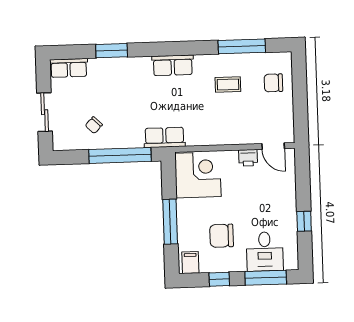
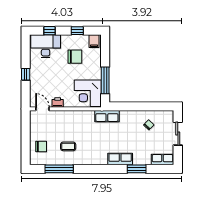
row of seats: (173, 65) -> (120, 159), moved
window: (120, 155) -> (134, 106), removed
window: (304, 221) -> (26, 74), moved
window: (170, 222) -> (105, 80), moved
desk: (265, 251) -> (46, 46), width x1.37
window: (266, 278) -> (50, 31), width x0.46

